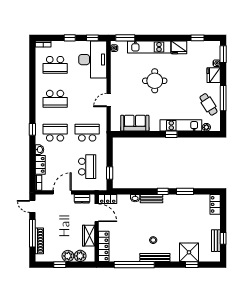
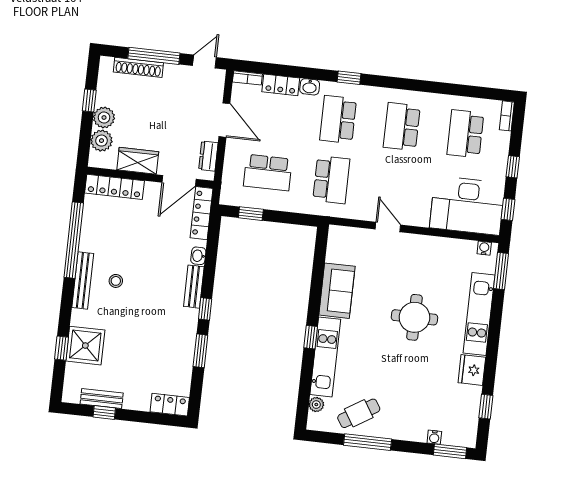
fridge: (214, 75) -> (413, 429), removed
sofa: (135, 123) -> (337, 291), moved
school desk: (55, 133) -> (338, 119), turned 180
locker: (108, 199) -> (202, 213), width x1.53

